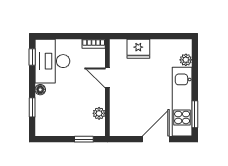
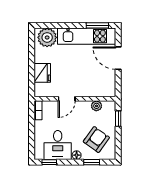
plant: (186, 60) -> (47, 37), width x1.88, depth x1.88
desk: (52, 61) -> (58, 145), width x0.73
armchair: (59, 113) -> (96, 140), added

